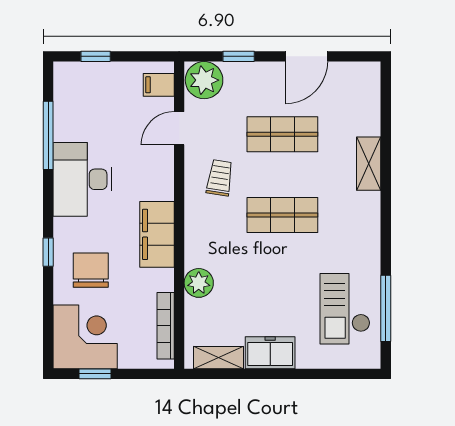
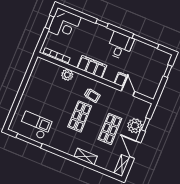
plant: (204, 80) -> (135, 126), moved
filing cabinet: (159, 85) -> (121, 79), moved
trolley: (220, 178) -> (92, 95), moved
desk: (82, 179) -> (120, 46), width x0.73
chair: (91, 270) -> (89, 36), removed
freezer: (270, 353) -> (30, 91), removed
shelving: (218, 358) -> (122, 165), moved

